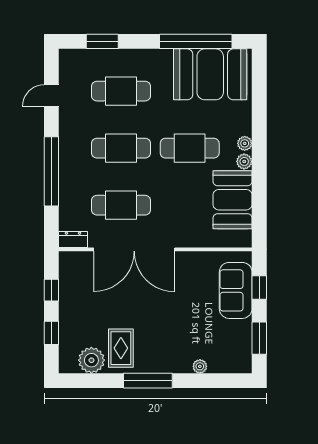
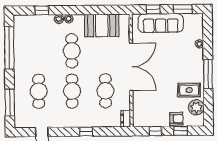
window: (102, 41) -> (10, 103), width x1.44
booth: (210, 74) -> (28, 39), removed
window: (259, 98) -> (42, 10), added
plant: (244, 161) -> (59, 19), moved
window: (51, 171) -> (86, 132), width x0.32
double door: (134, 249) -> (131, 67), moved
sofa: (236, 290) -> (161, 23), width x1.36
armchair: (72, 326) -> (176, 119), added

